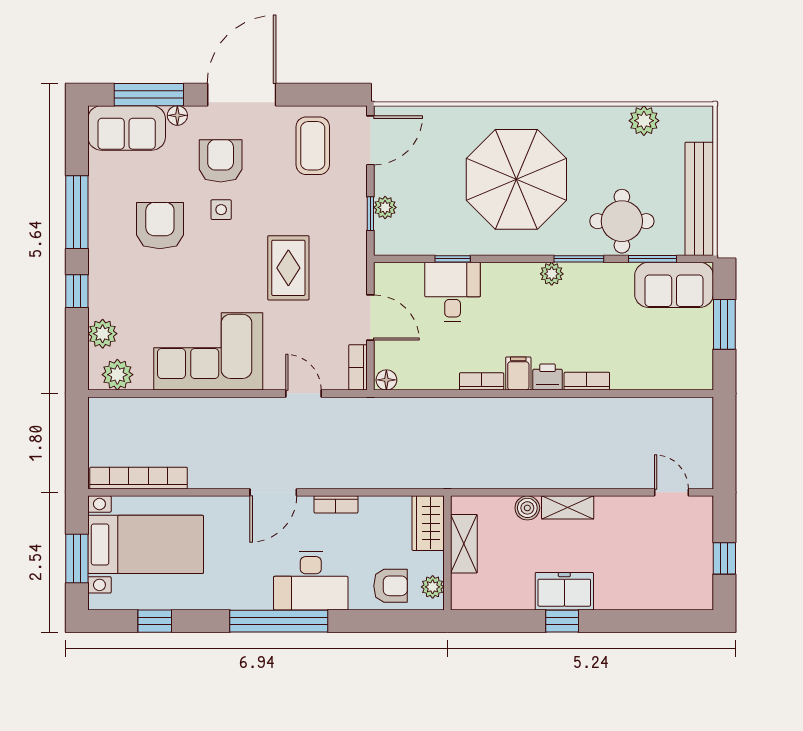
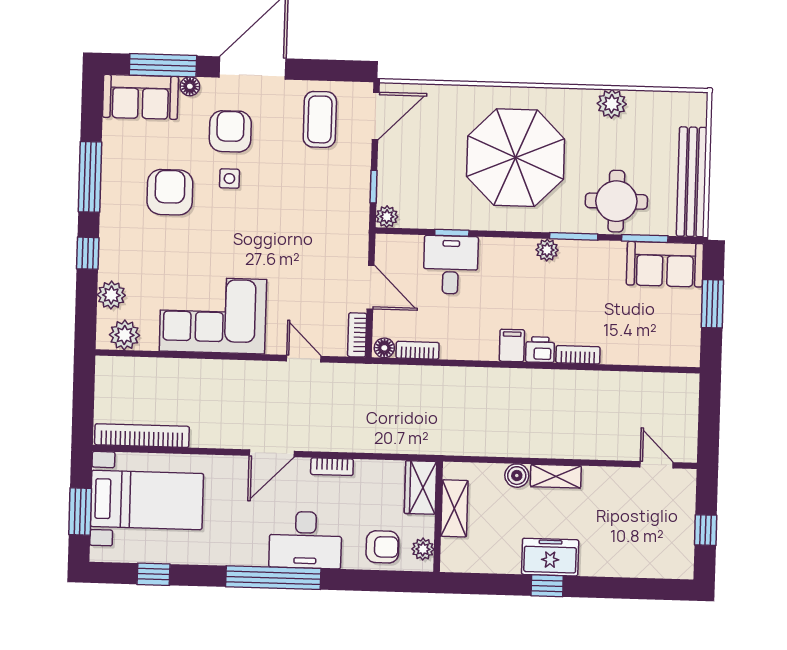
plant: (644, 121) -> (612, 104), moved
plant: (385, 207) -> (387, 217), moved
rug: (288, 268) -> (293, 237), removed
bookcase: (482, 381) -> (418, 350), moved

